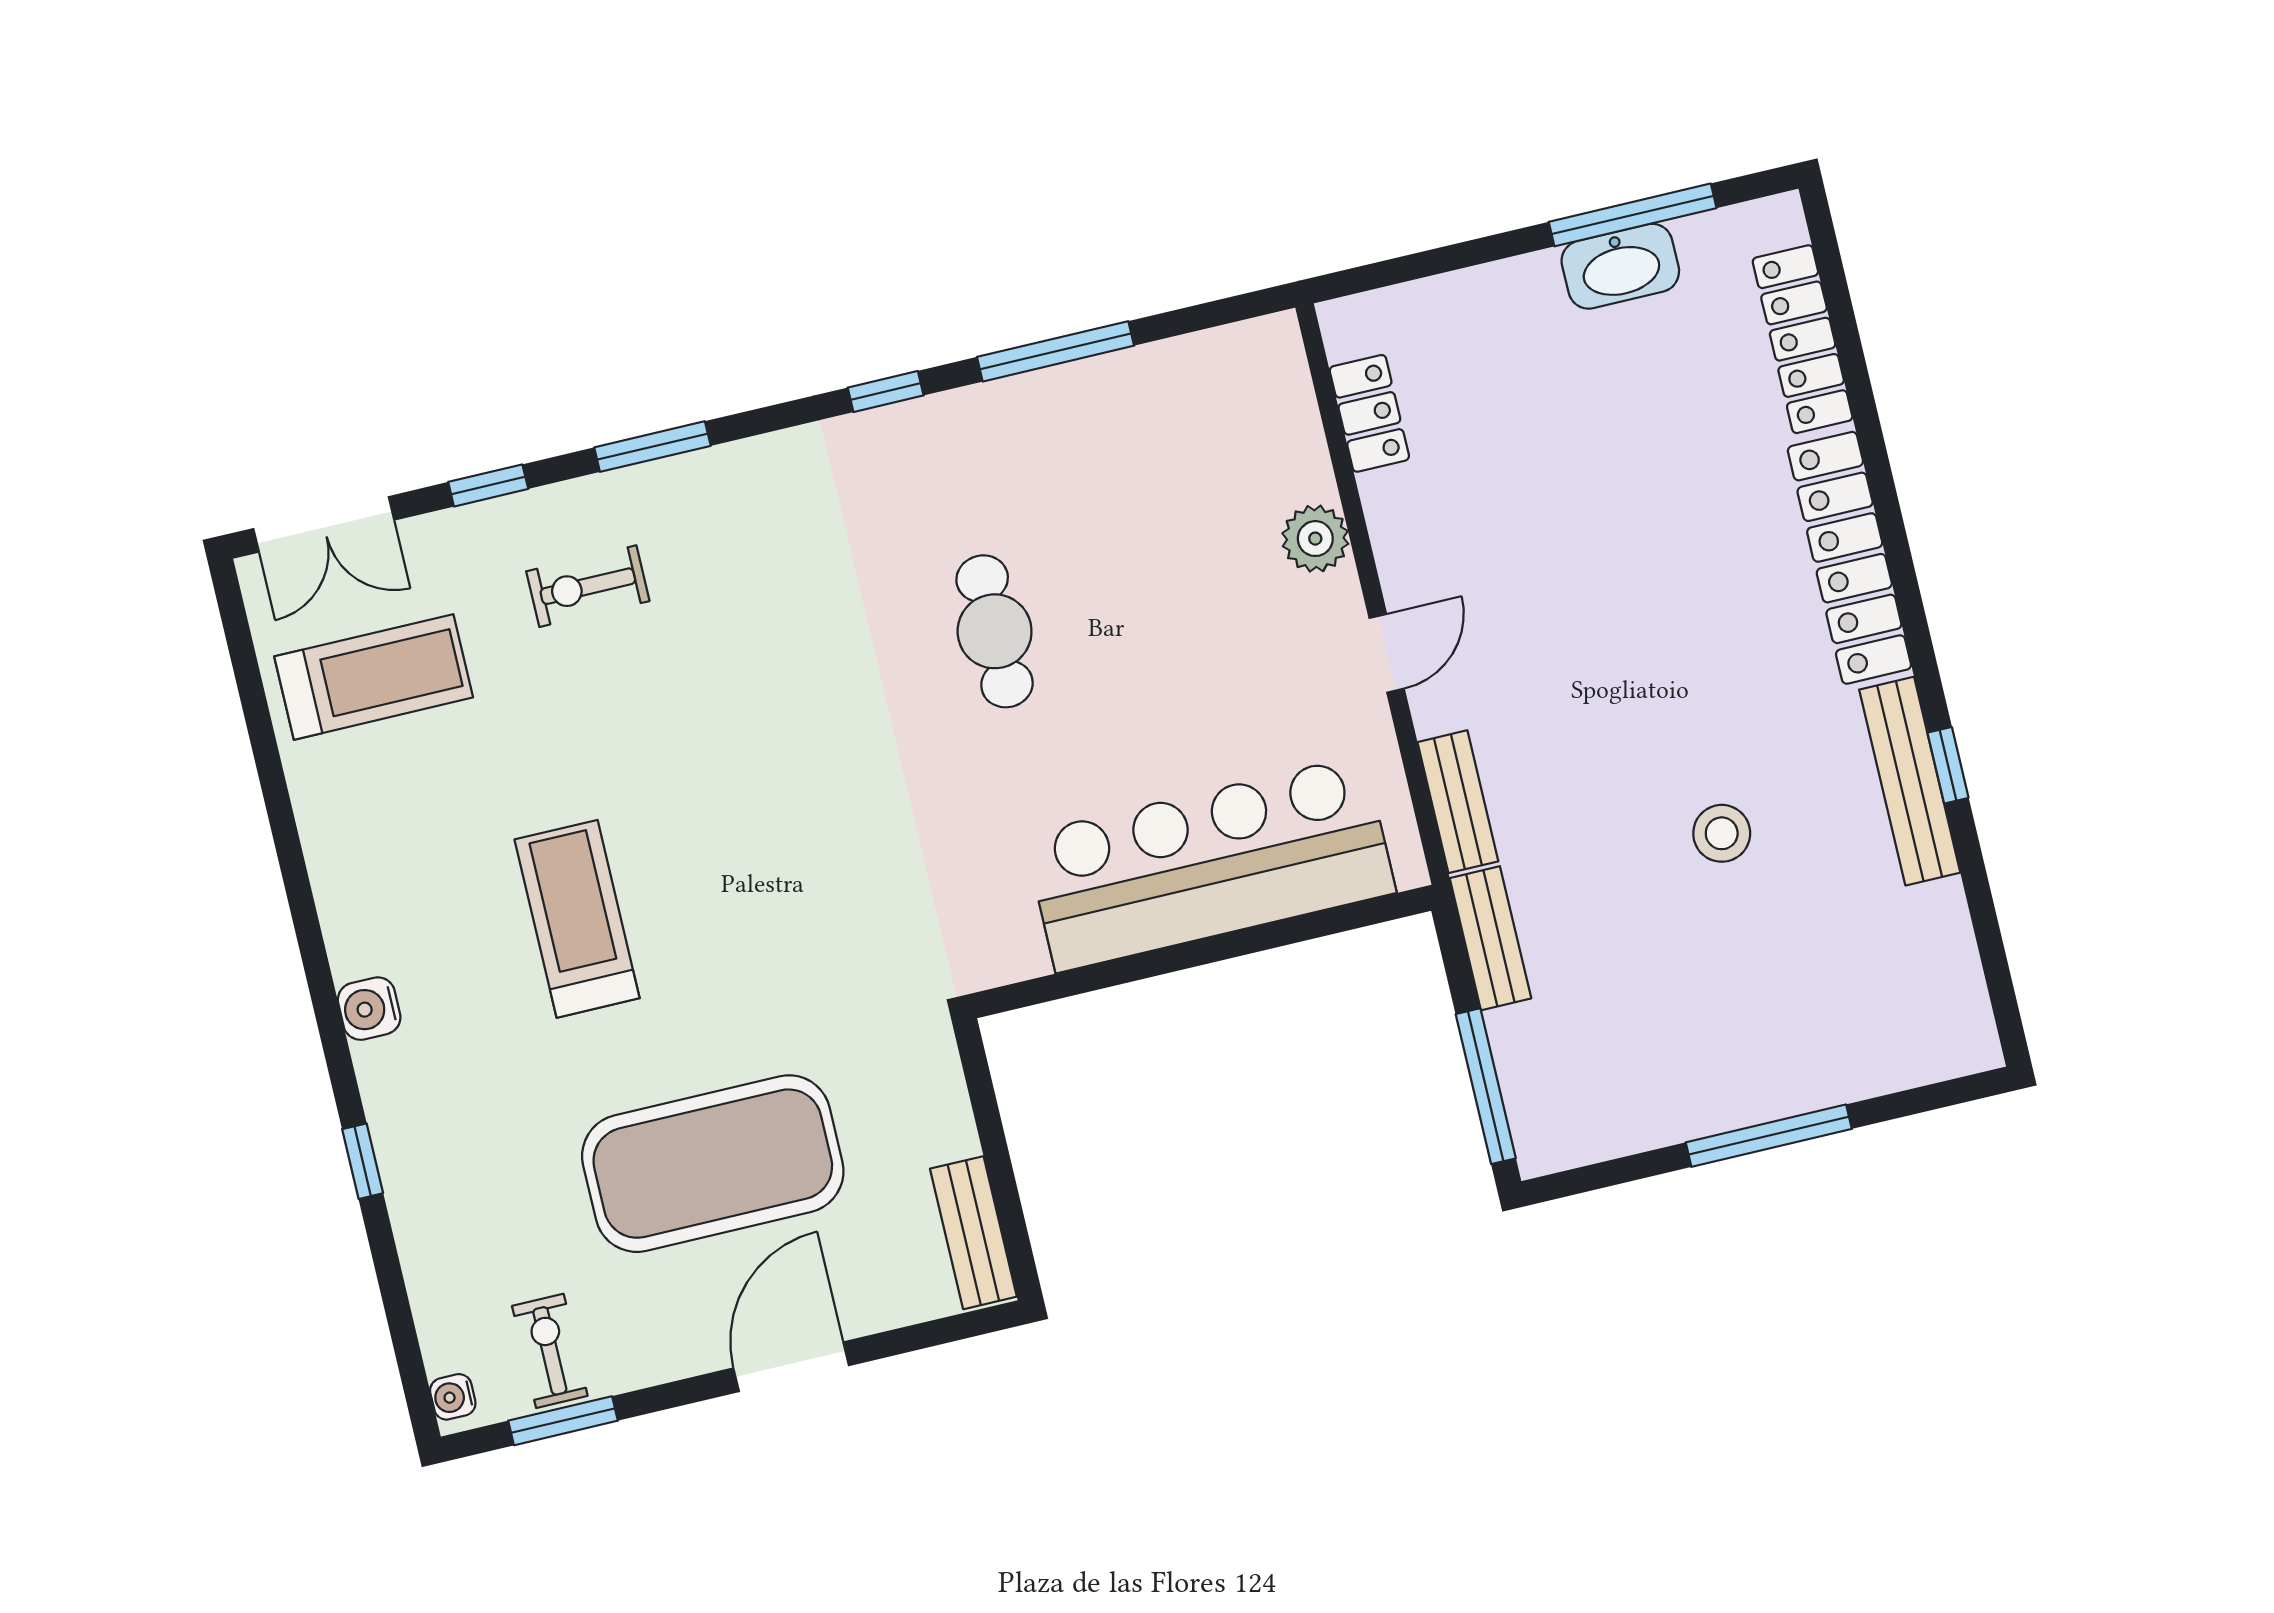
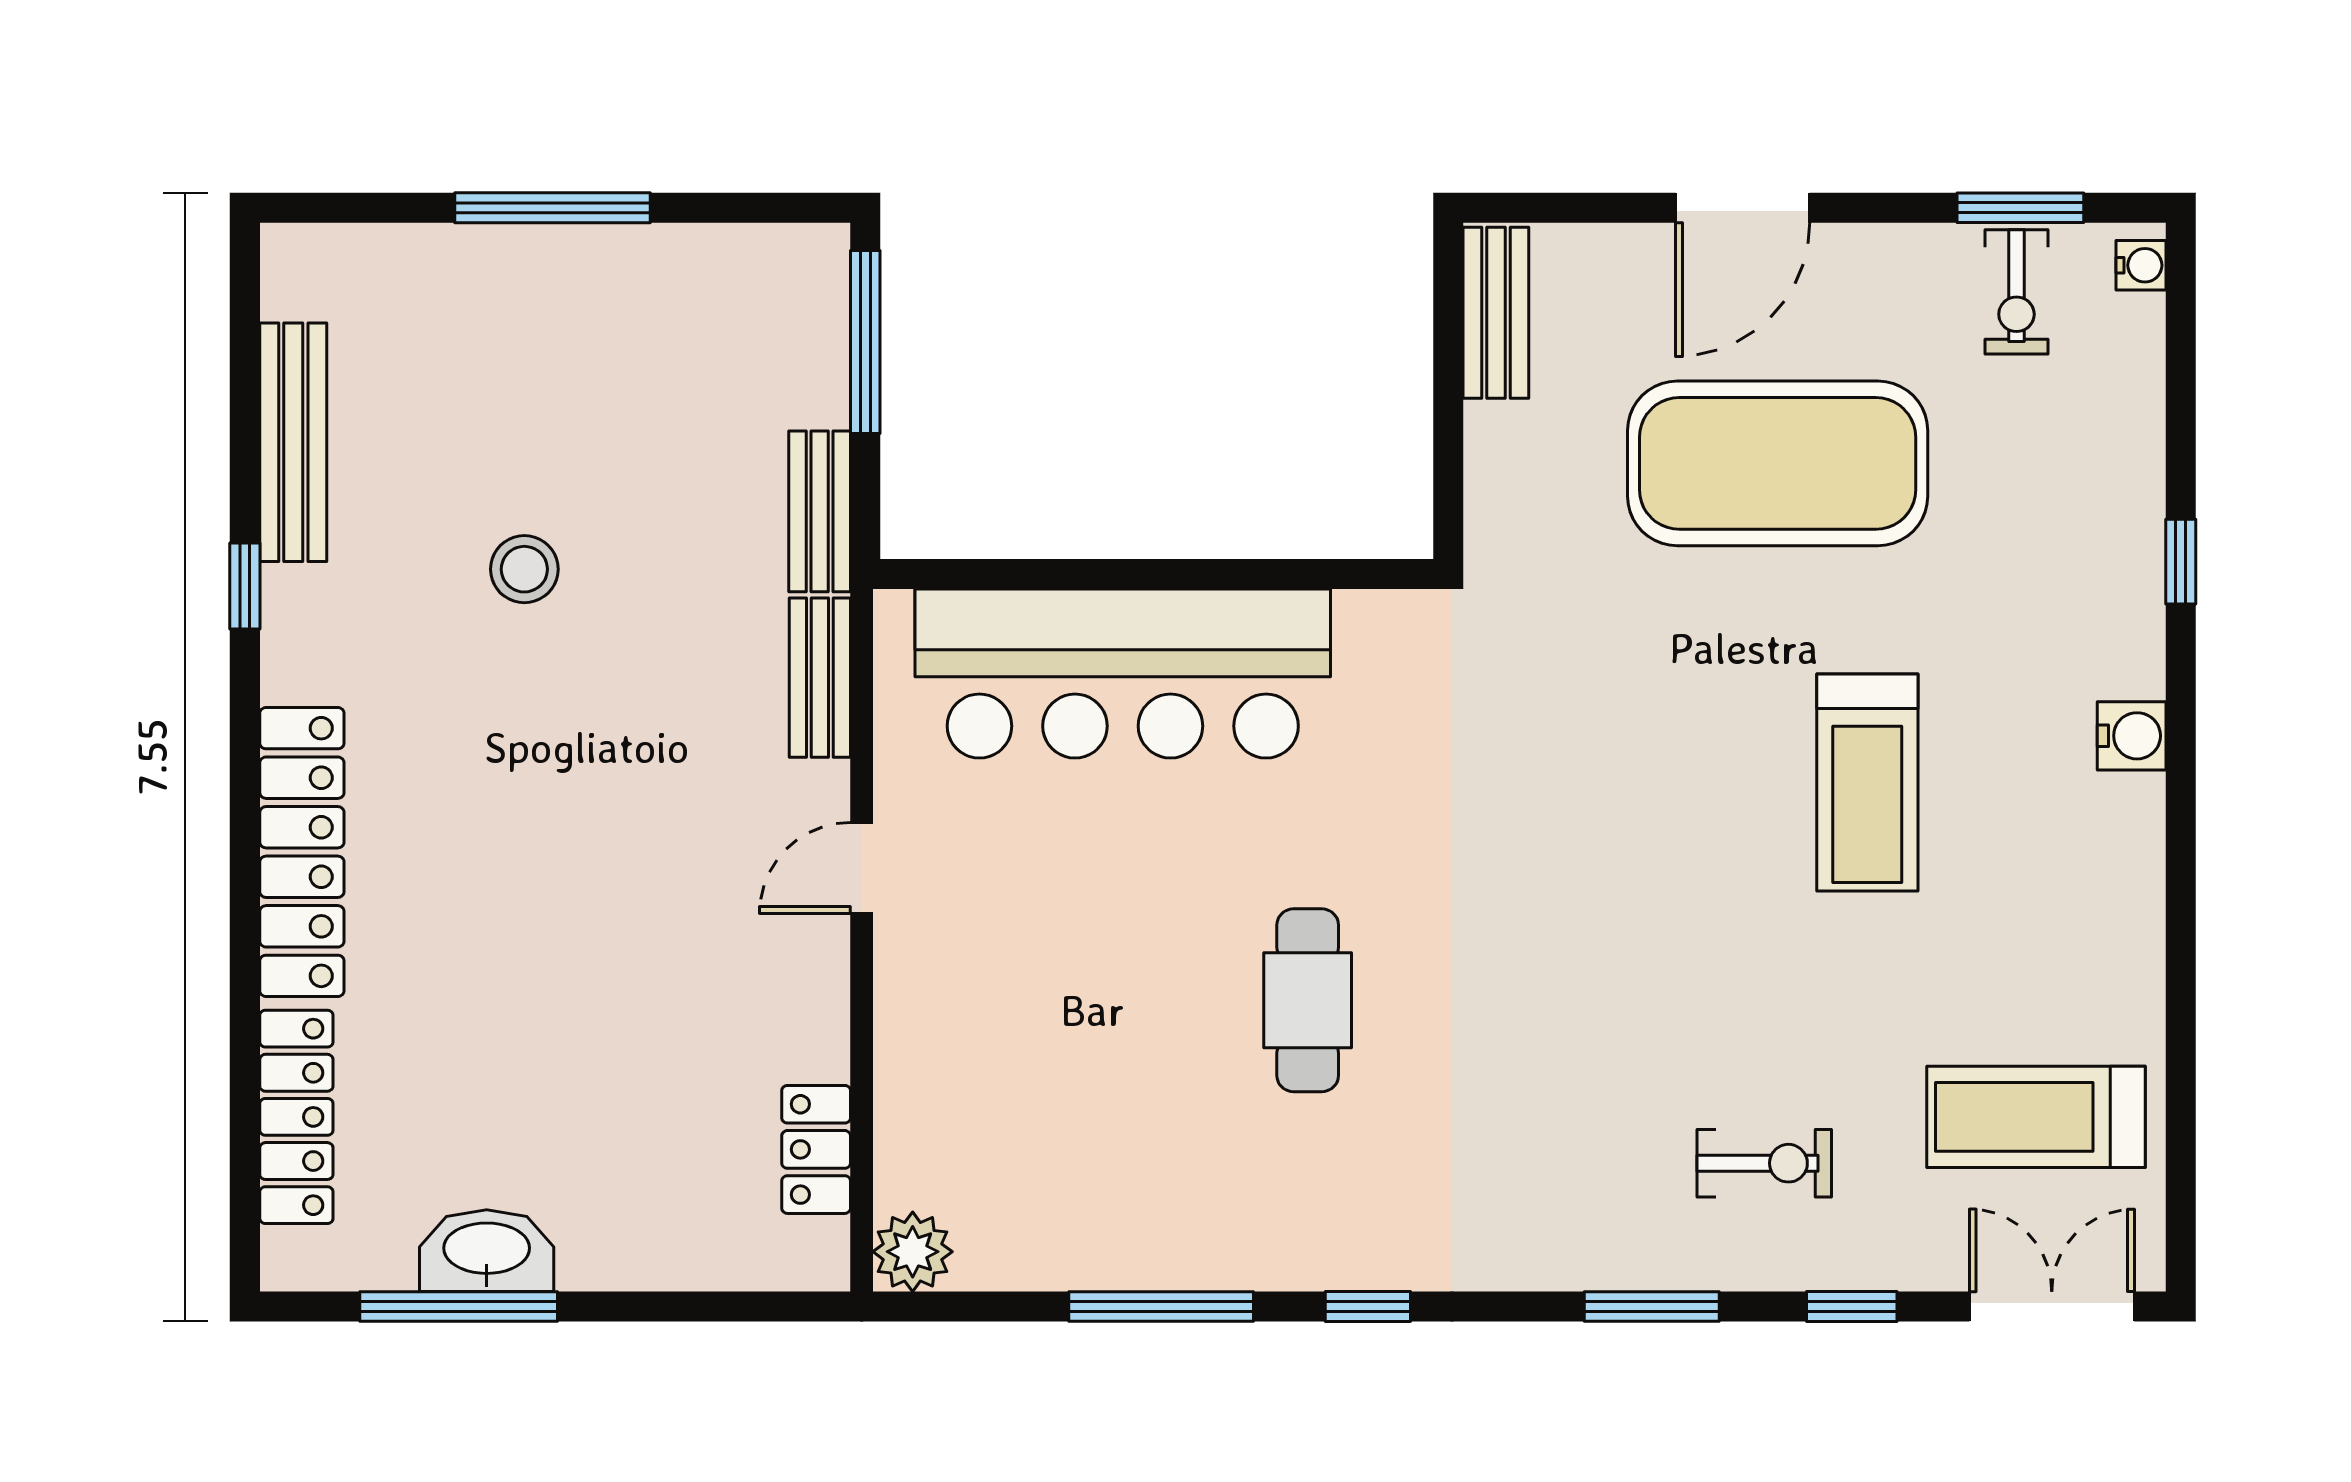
plant: (1315, 539) -> (913, 1252), moved
bench: (1910, 781) -> (293, 442), moved

